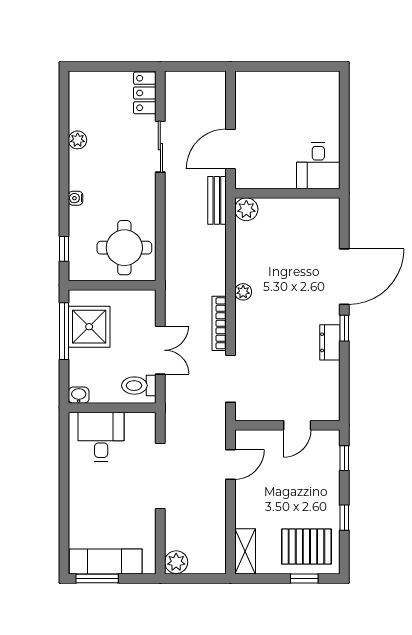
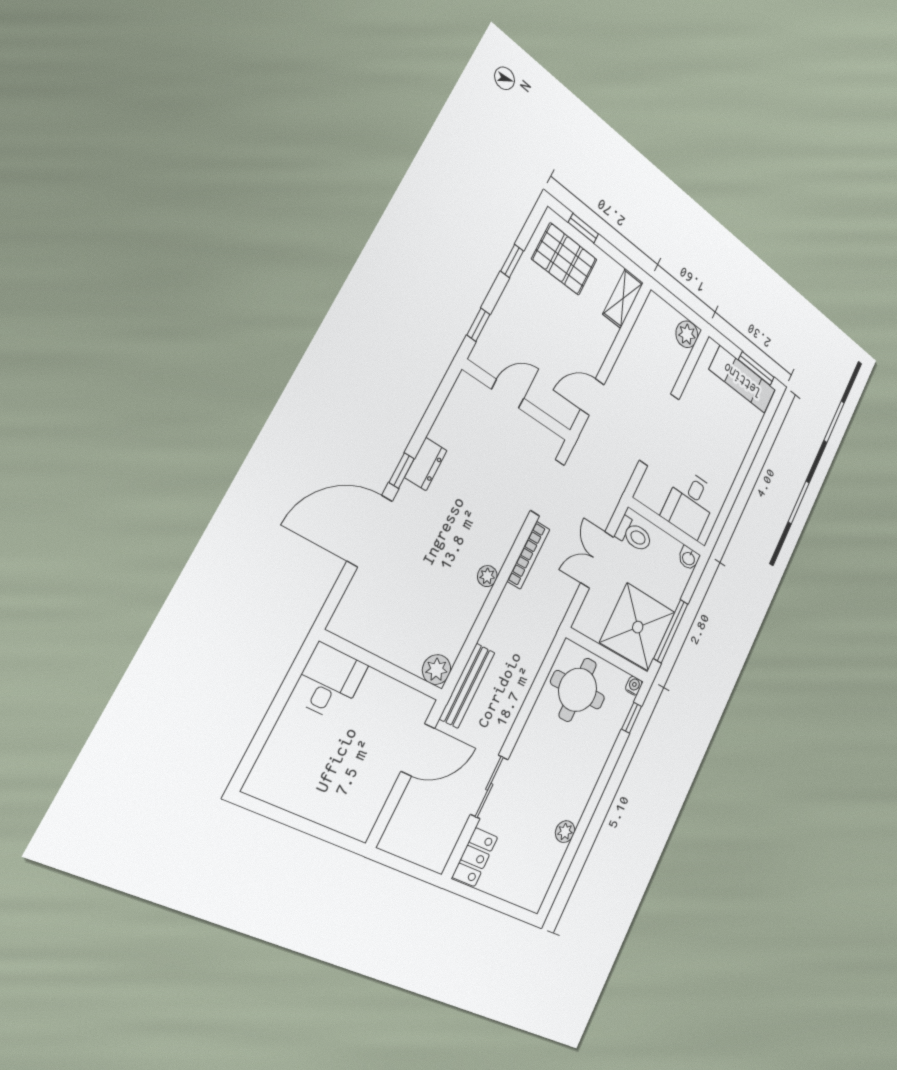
water cooler: (76, 198) -> (634, 686), moved, turned -90
bench: (217, 200) -> (467, 686), width x1.36
shower: (89, 327) -> (638, 627), width x1.37, depth x1.37

